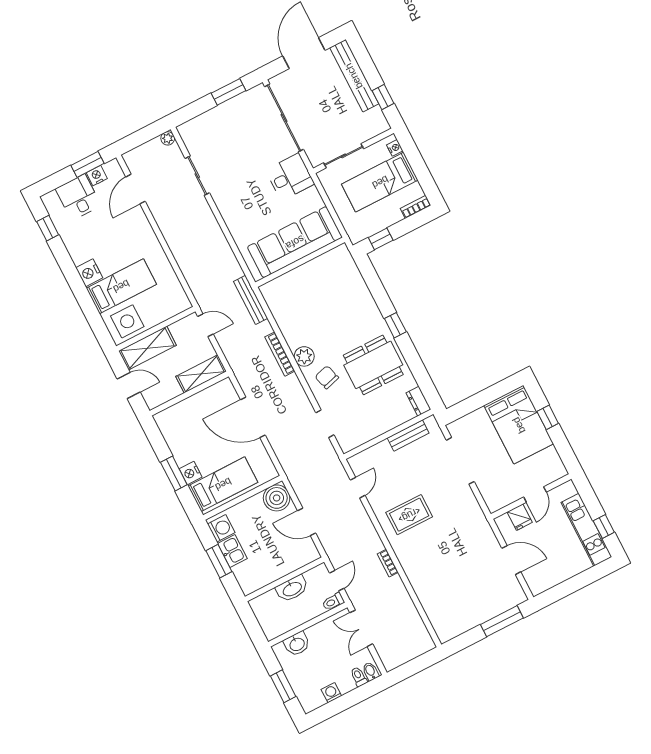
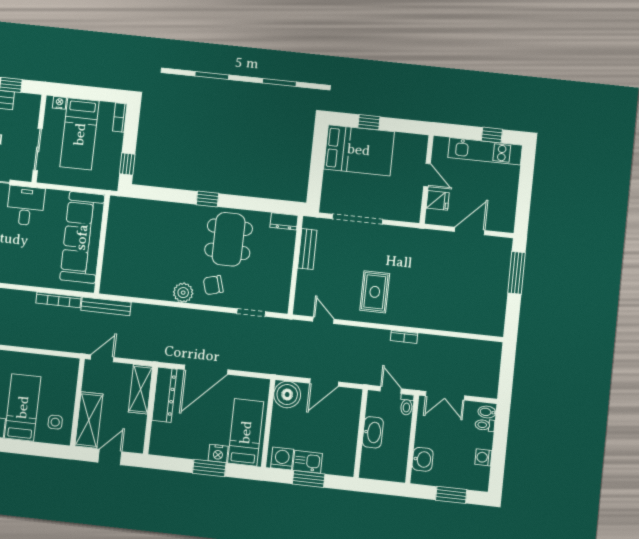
side table: (127, 321) -> (55, 422), width x0.54, depth x0.54
bookcase: (280, 354) -> (58, 300), moved
dresser: (209, 397) -> (164, 395), added

